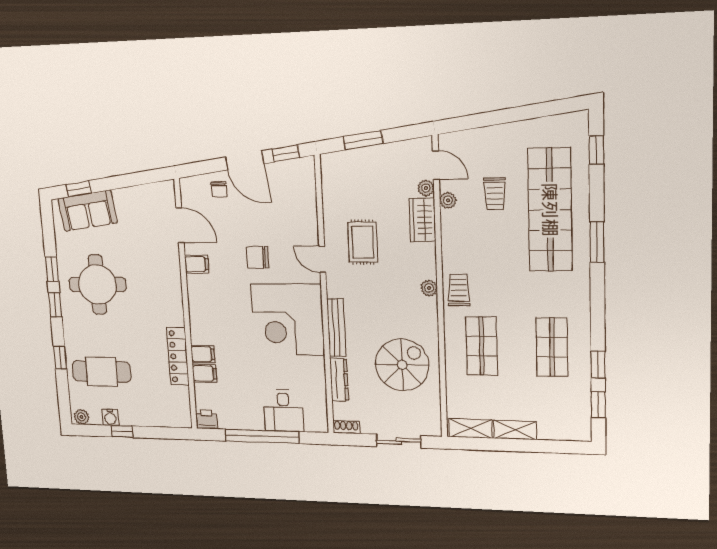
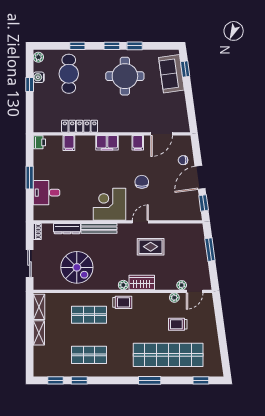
wardrobe: (422, 220) -> (142, 283), moved
corner desk: (288, 320) -> (110, 204), width x0.74, depth x0.74
filing cabinet: (203, 354) -> (107, 143), moved, width x2.00
window: (262, 436) -> (30, 178), width x0.47

